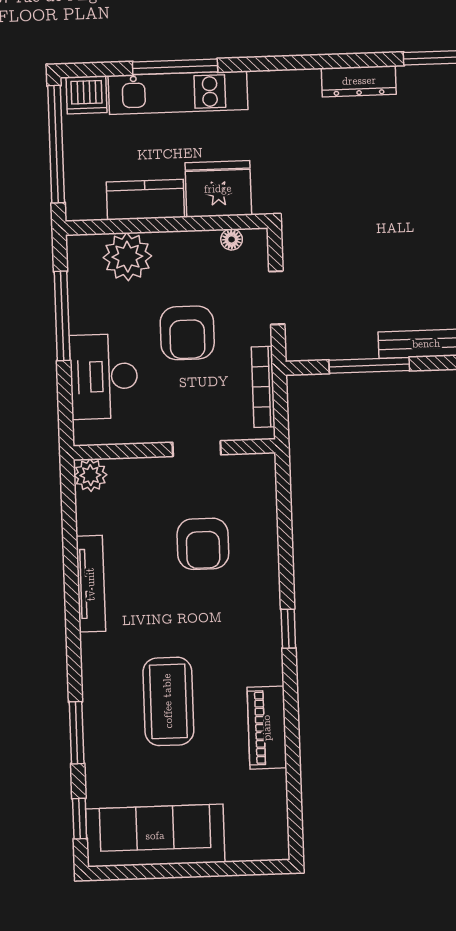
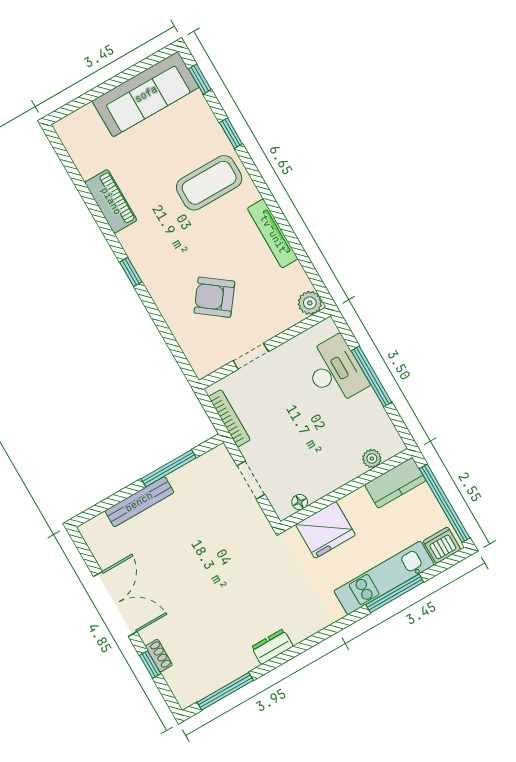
dresser: (359, 81) -> (272, 647), width x0.70
kitchen counter: (145, 200) -> (395, 483), moved
plant: (127, 257) -> (372, 459), width x0.53, depth x0.53
window: (62, 316) -> (371, 376), moved
armchair: (187, 333) -> (296, 427), removed
armchair: (203, 544) -> (214, 297), turned -53
coffee table: (168, 701) -> (209, 183), moved, turned 90
window: (77, 733) -> (231, 133), width x0.67

